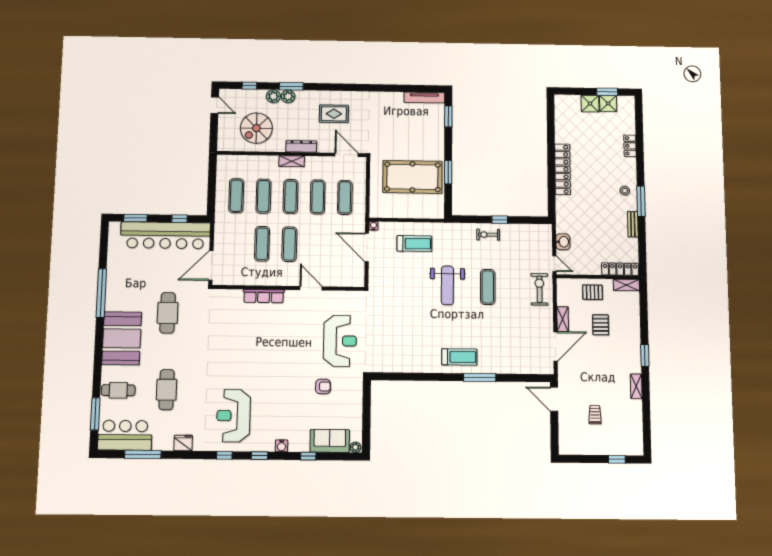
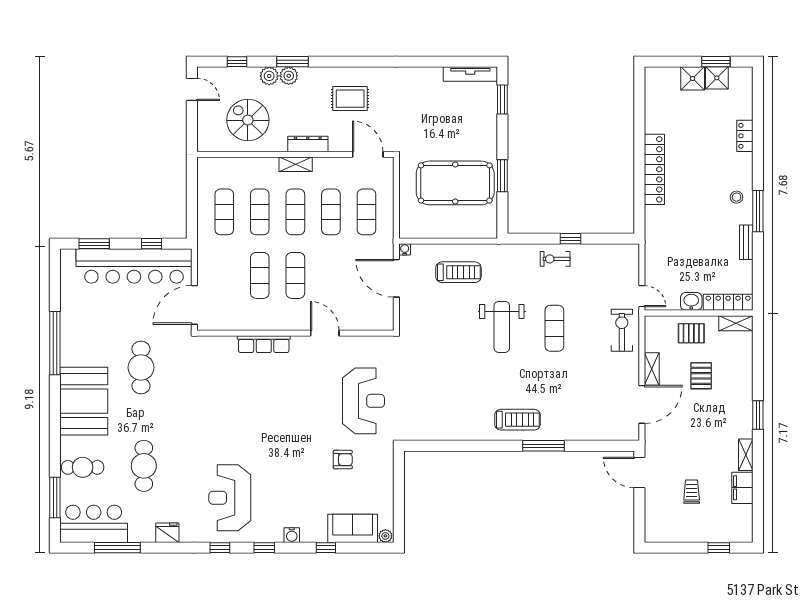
spiral stairs: (256, 128) -> (248, 120), turned 90
washbasin: (563, 242) -> (691, 301), moved, turned -90
filing cabinet: (634, 412) -> (742, 488), added

